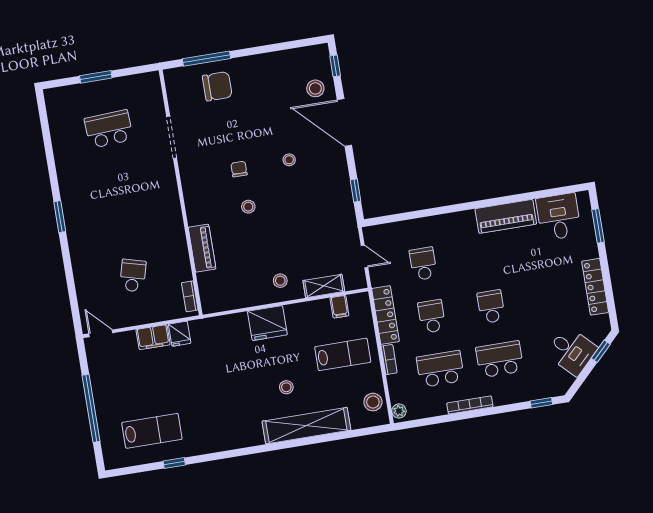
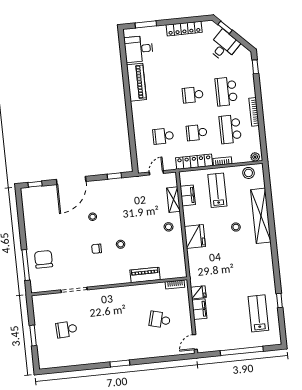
stool: (315, 88) -> (49, 197), removed
school desk: (109, 129) -> (66, 329), width x0.54
filing cabinet: (339, 307) -> (188, 195), width x2.00

